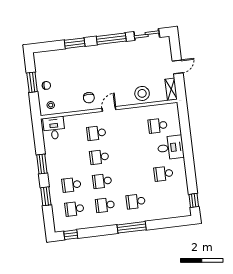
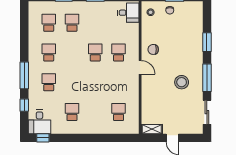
stool: (142, 93) -> (182, 82), moved
desk: (171, 148) -> (39, 122), moved
school desk: (102, 181) -> (72, 53), removed
window: (71, 235) -> (24, 105), moved

